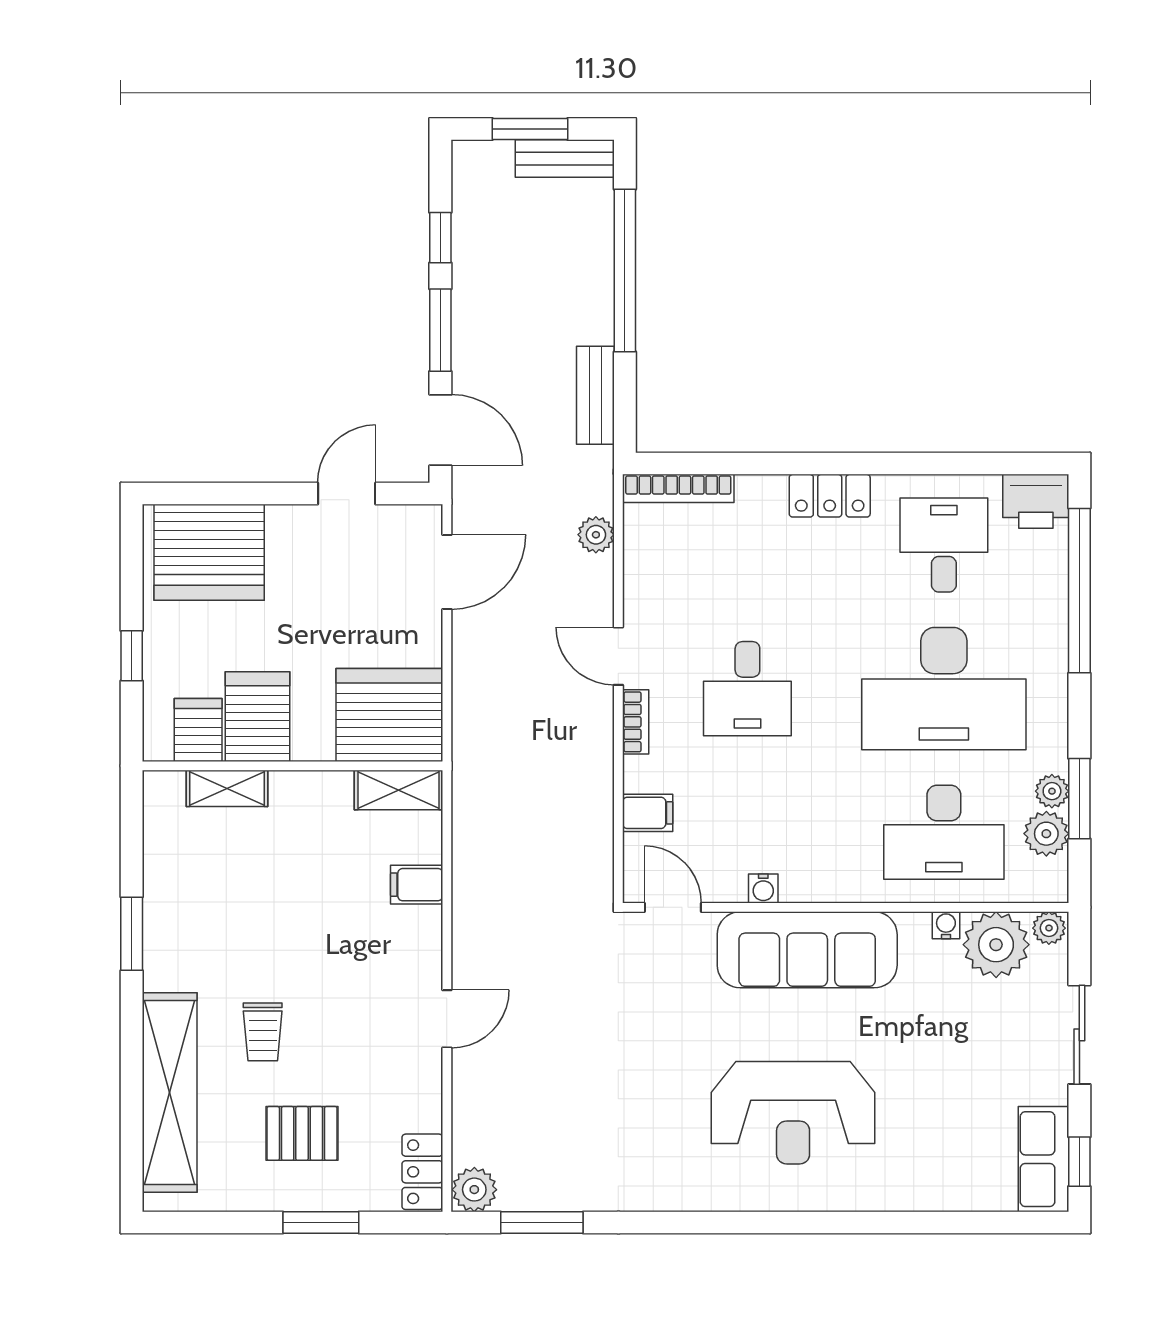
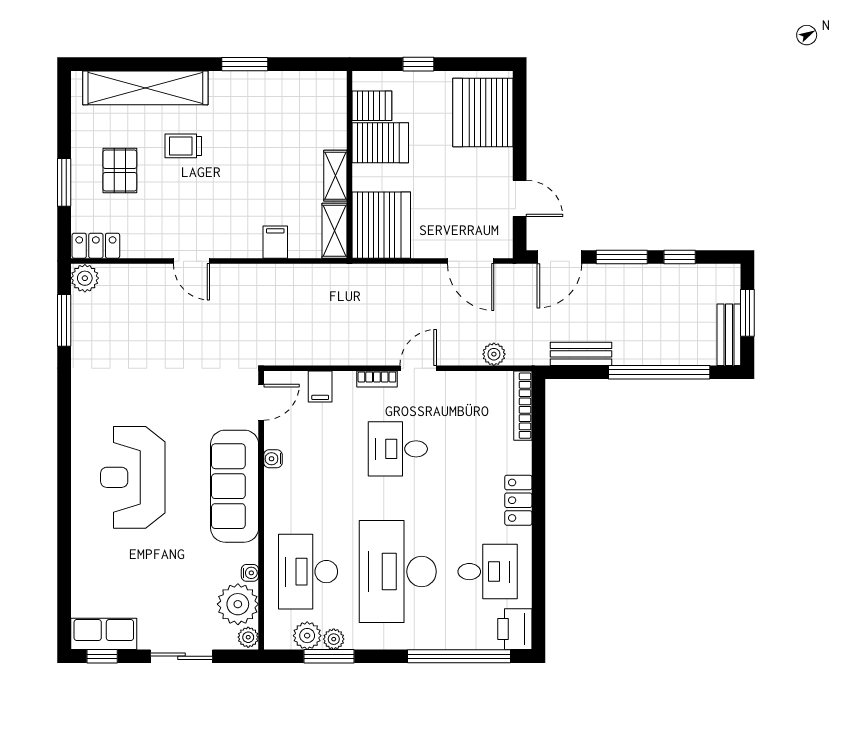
shelving: (227, 788) -> (335, 176), moved

